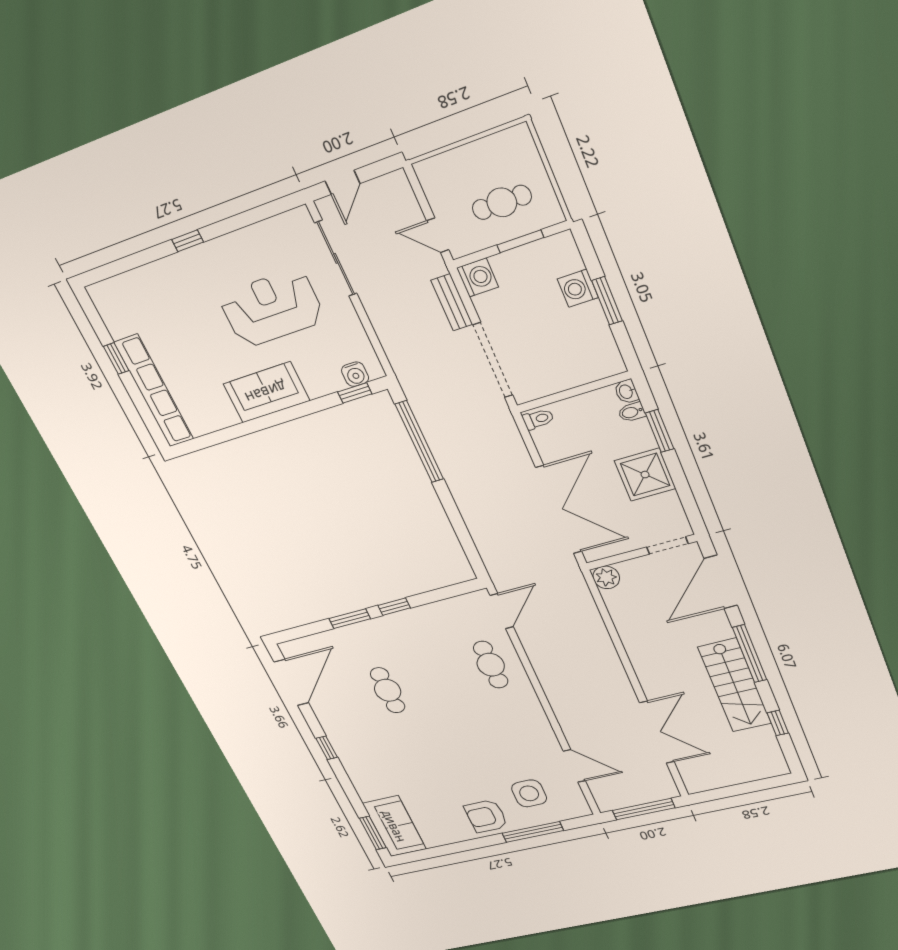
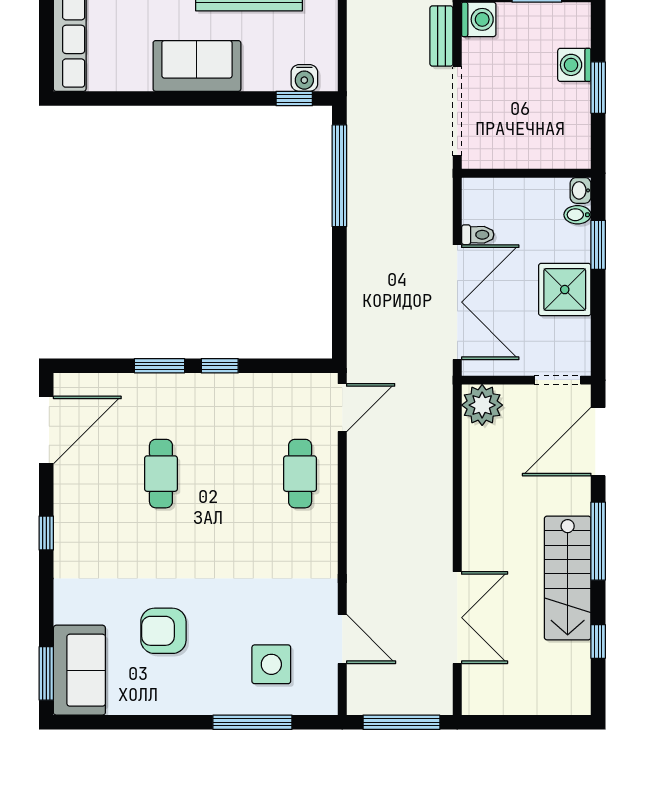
toilet: (538, 419) -> (478, 235), moved
plant: (606, 577) -> (482, 405), width x1.36, depth x1.36
armchair: (486, 816) -> (163, 631), moved

